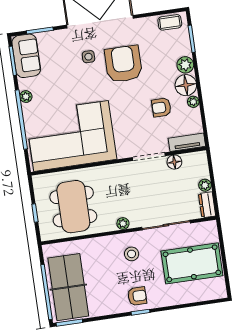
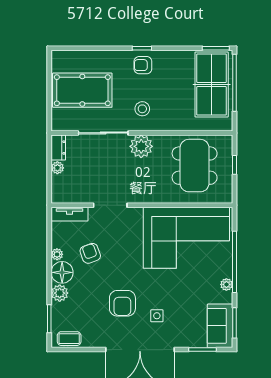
armchair: (123, 64) -> (122, 303), width x0.73, depth x0.73
armchair: (161, 107) -> (90, 253), turned -110
floor lamp: (174, 162) -> (85, 196), removed
plant: (123, 224) -> (141, 146), width x1.88, depth x1.88

